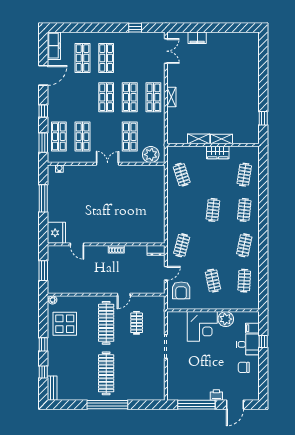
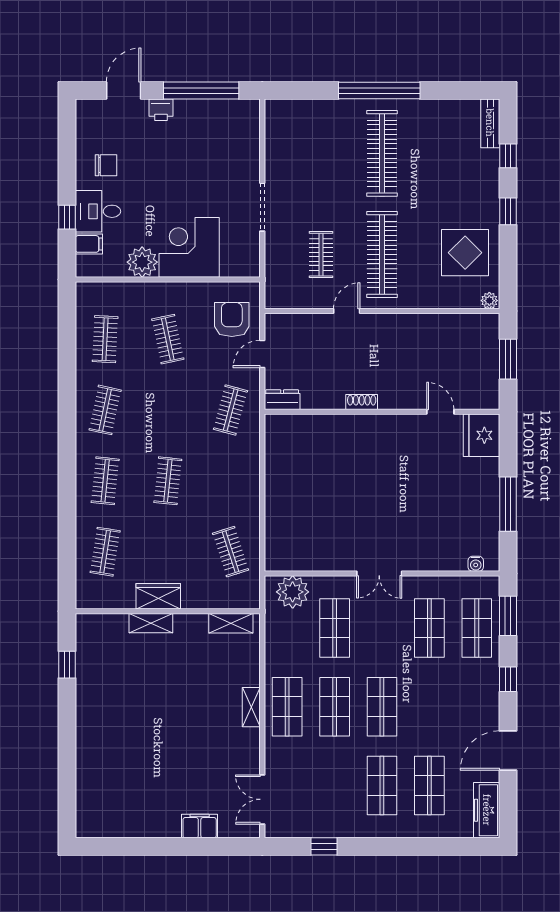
shelving: (199, 139) -> (231, 623), moved

